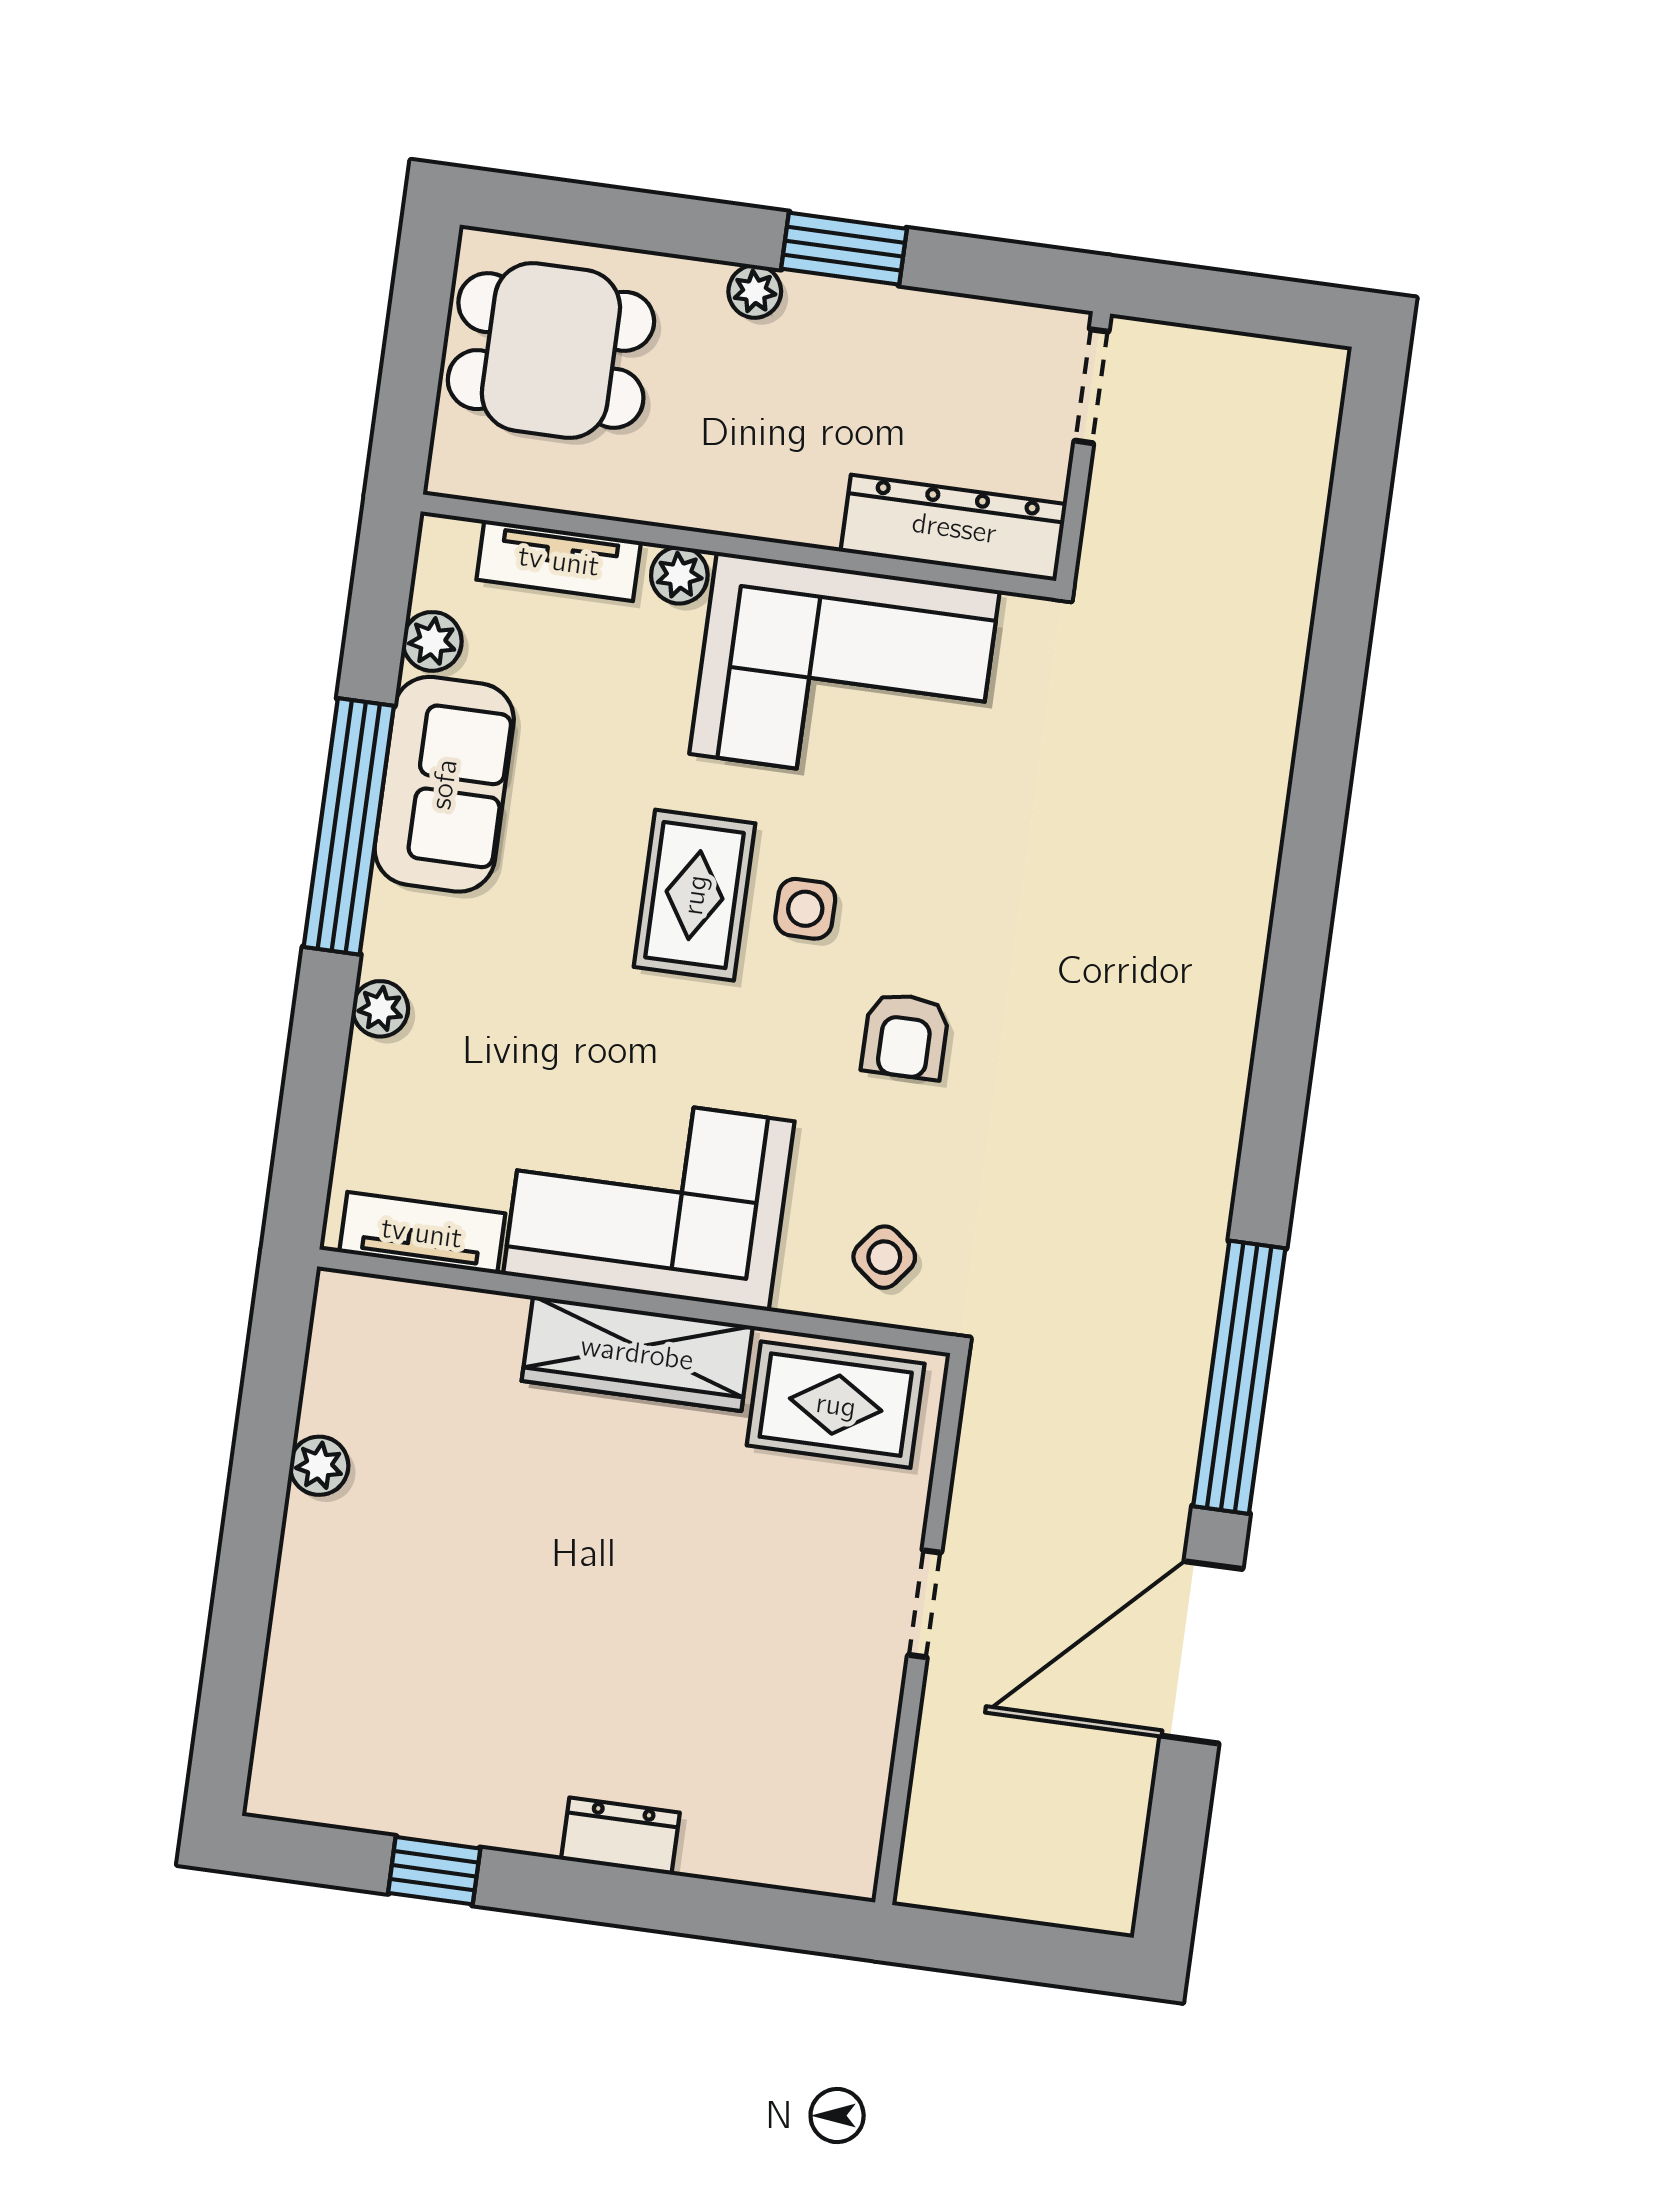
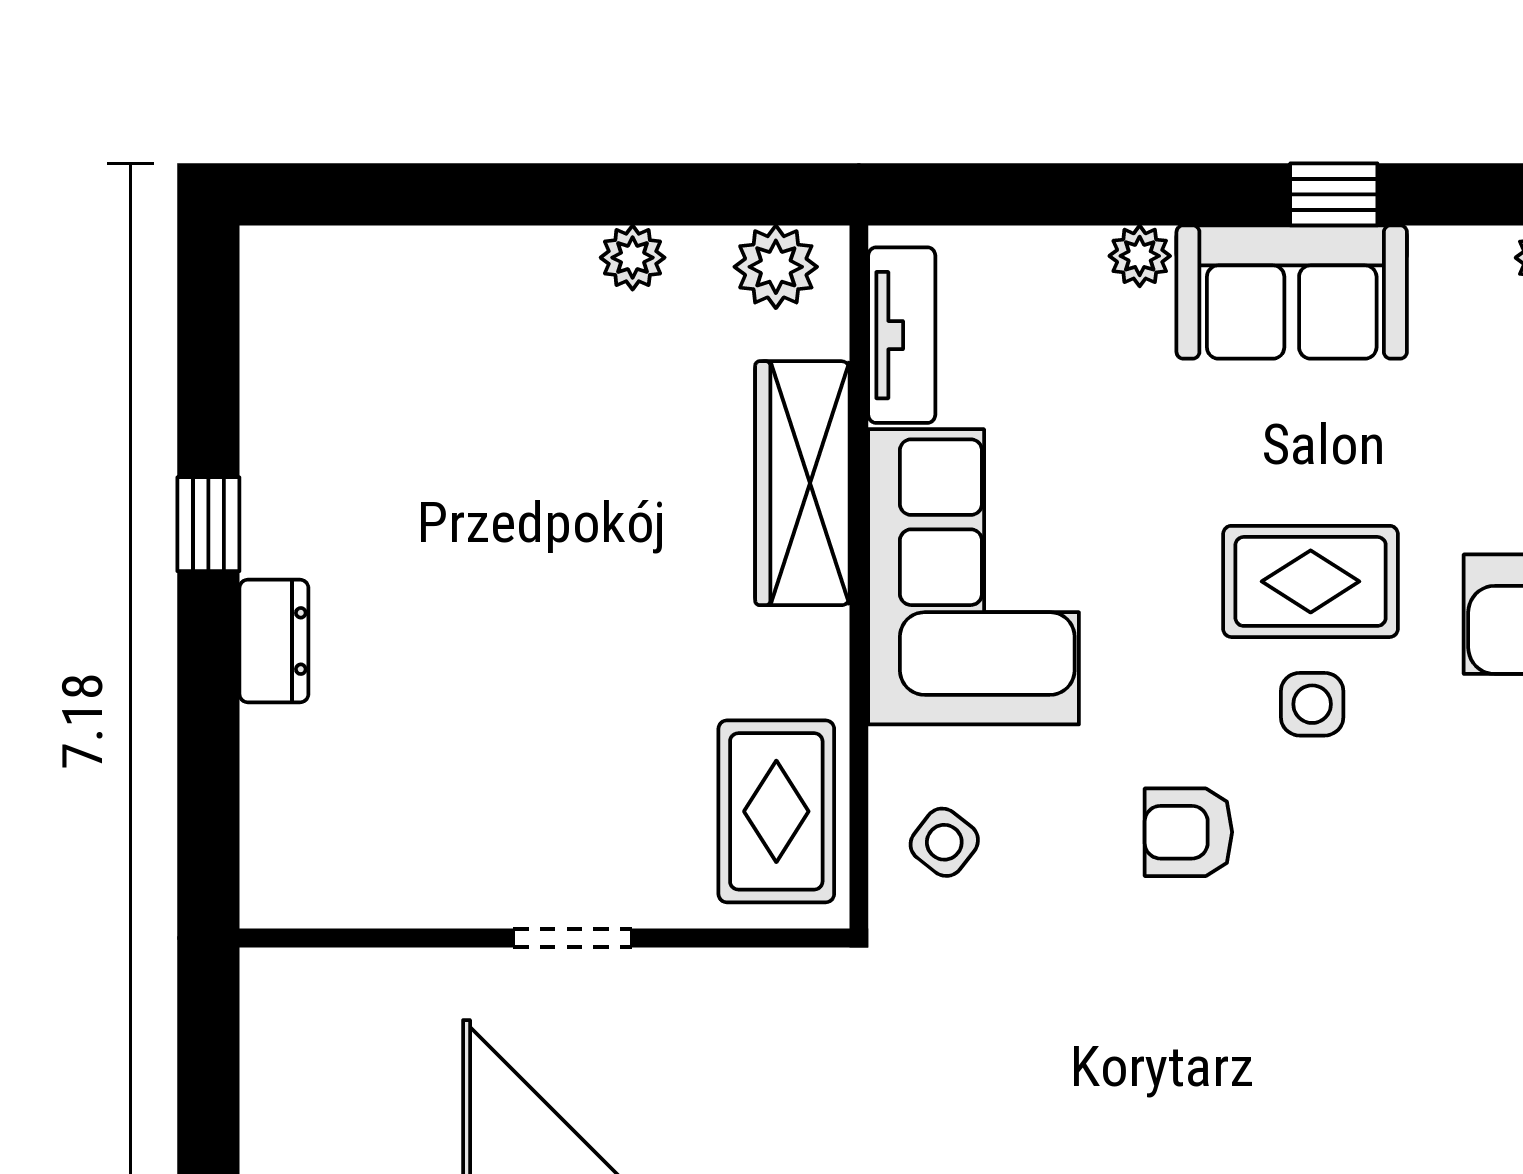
sofa: (444, 784) -> (1292, 292), moved
window: (349, 826) -> (1334, 194), width x0.32
plant: (345, 1338) -> (776, 267), added
wardrobe: (637, 1353) -> (802, 483), moved
window: (434, 1871) -> (208, 524), moved

